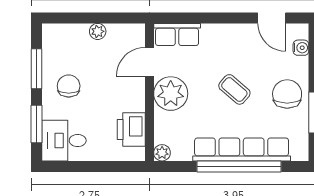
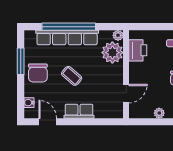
row of seats: (177, 34) -> (79, 111), moved
plant: (171, 94) -> (112, 53), moved

